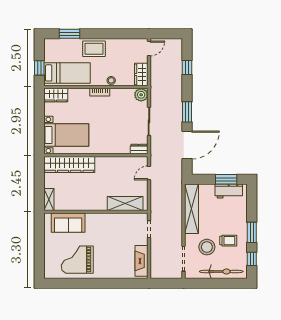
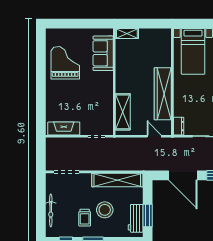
wardrobe: (69, 164) -> (163, 94), moved
stool: (207, 247) -> (105, 210), moved
bicycle: (221, 272) -> (51, 210), width x0.73, depth x0.71

